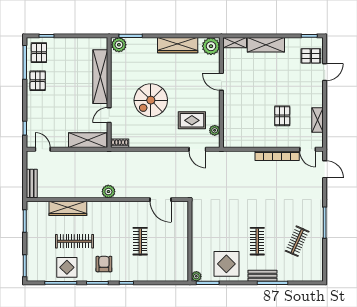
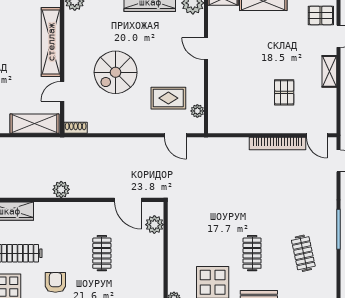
shelving: (318, 120) -> (329, 71), moved
plant: (181, 219) -> (154, 225), added
clothes rail: (297, 241) -> (303, 253), turned -36

